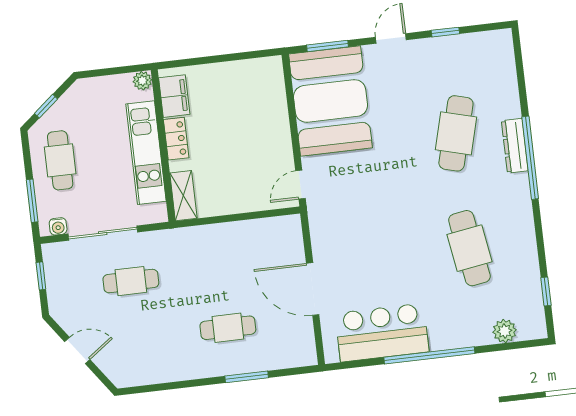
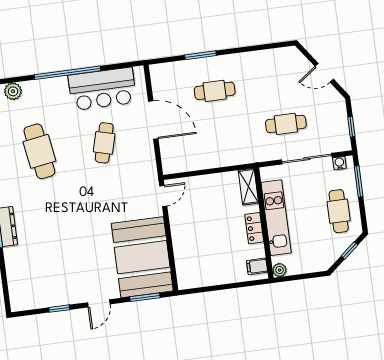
filing cabinet: (174, 96) -> (257, 266), width x0.50
cafe table: (456, 133) -> (104, 143), moved, width x0.73, depth x0.74

